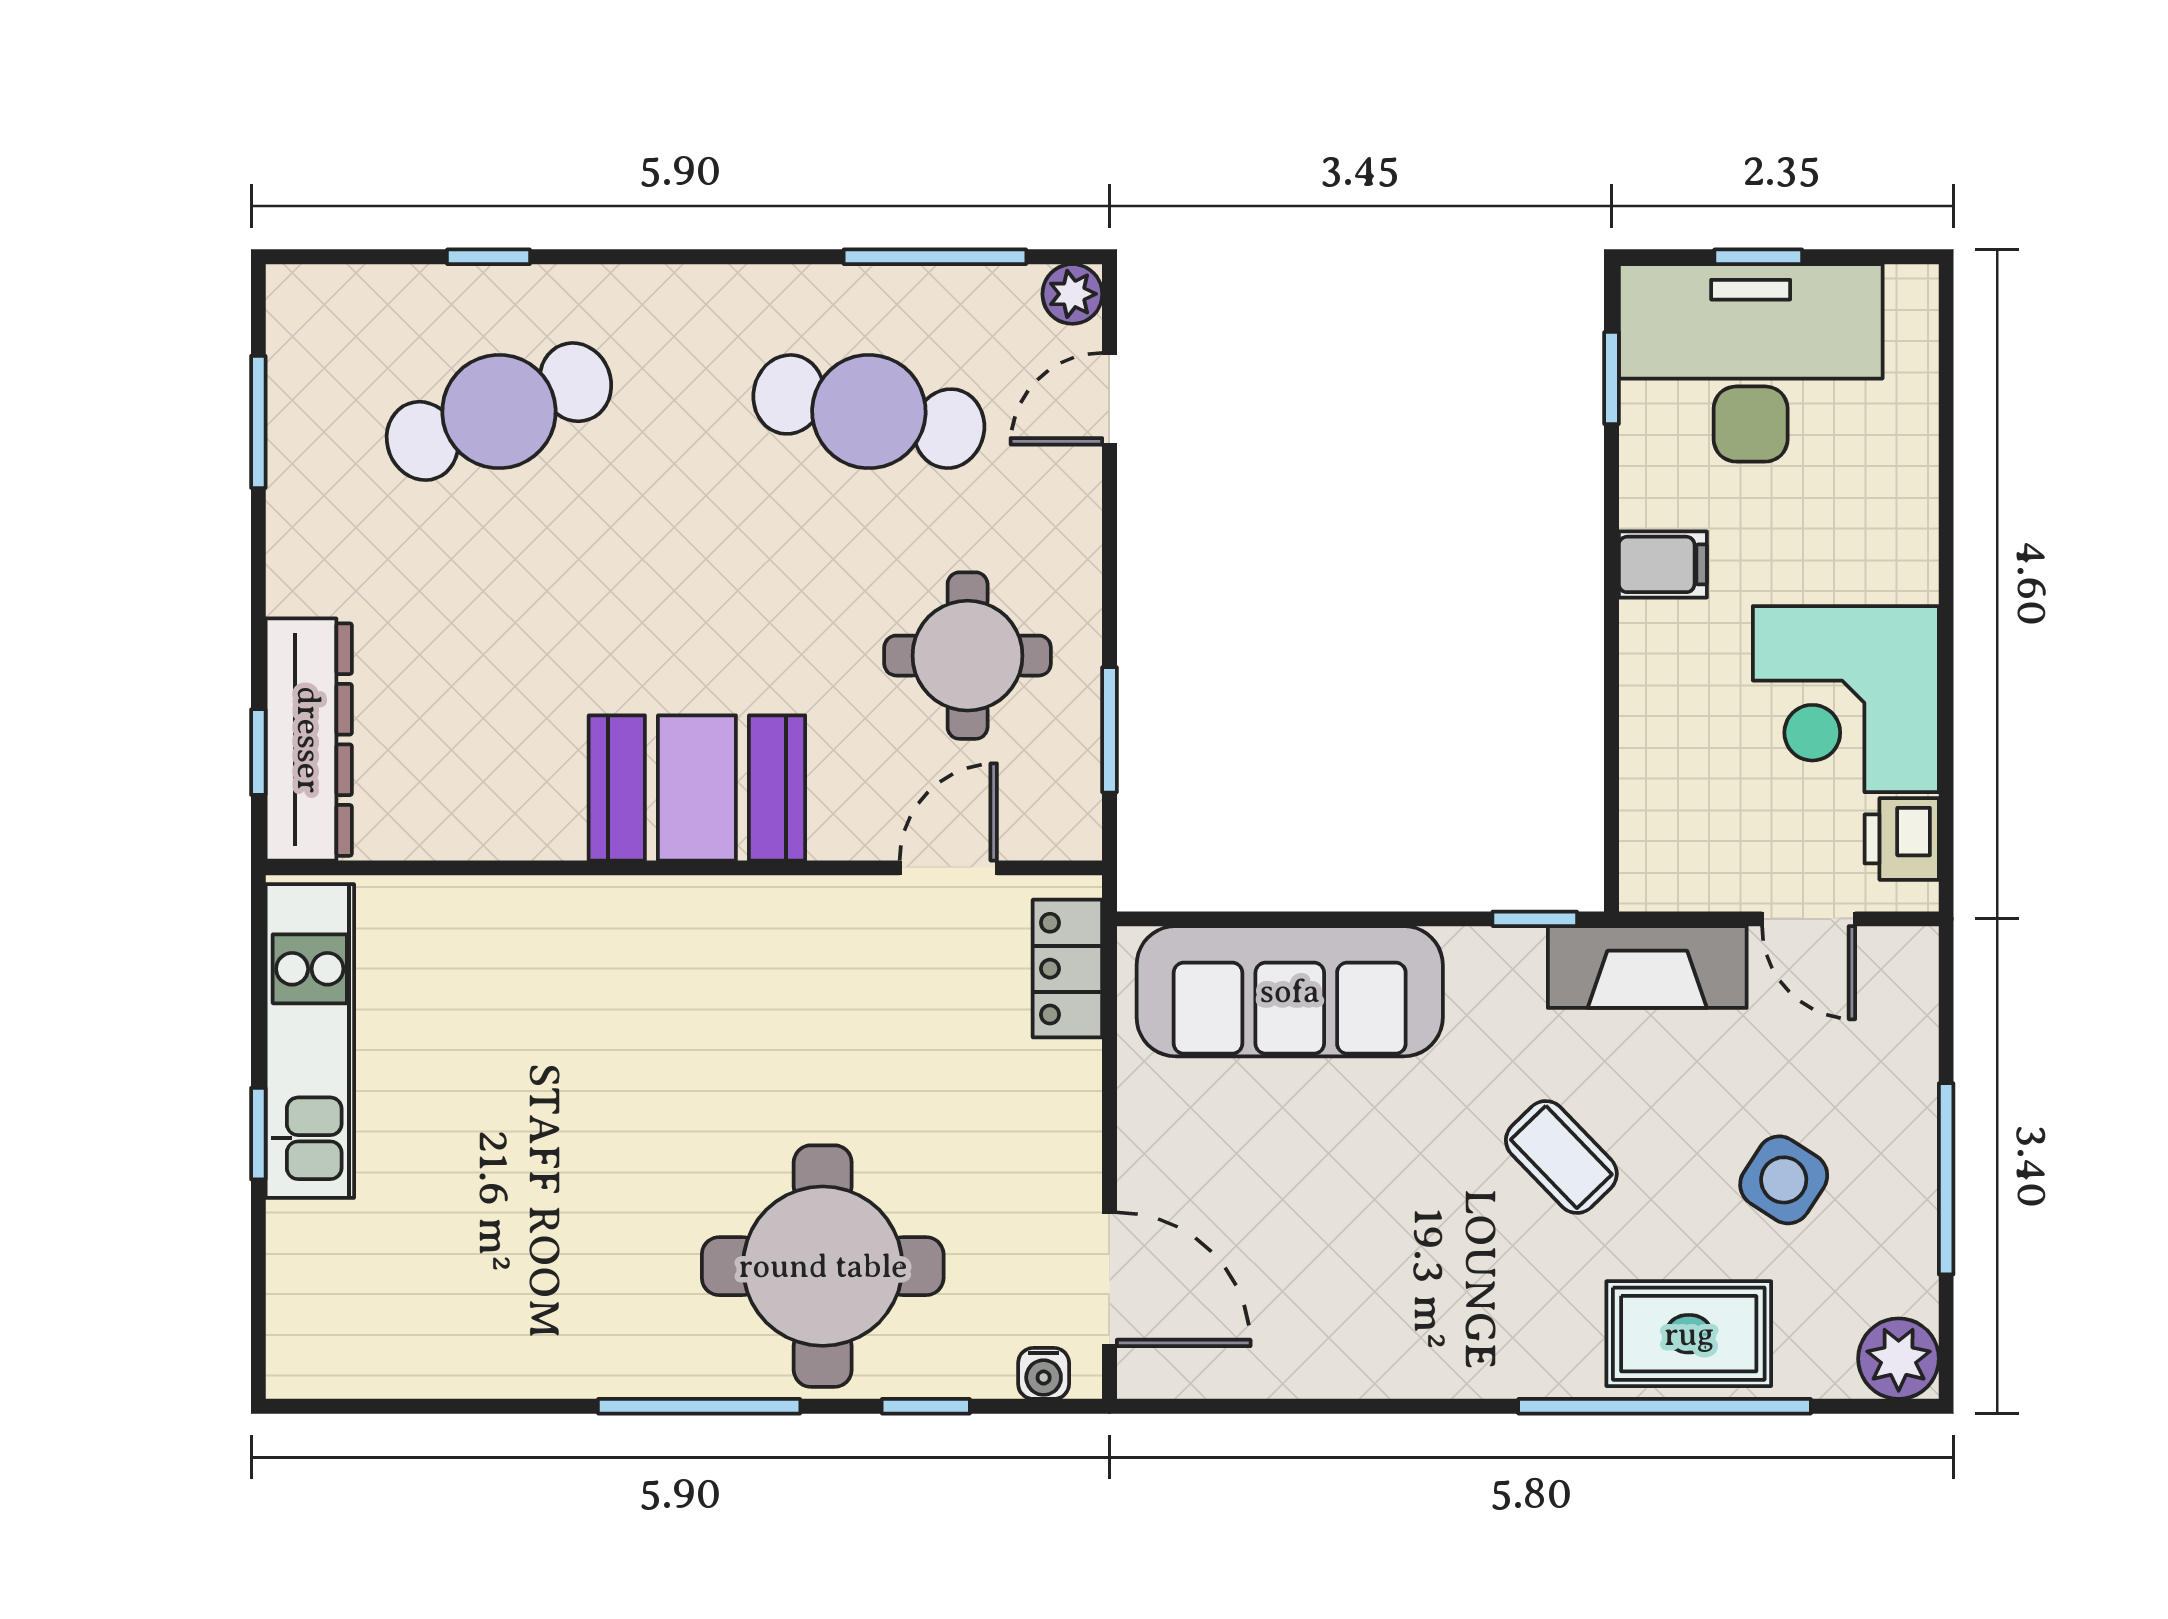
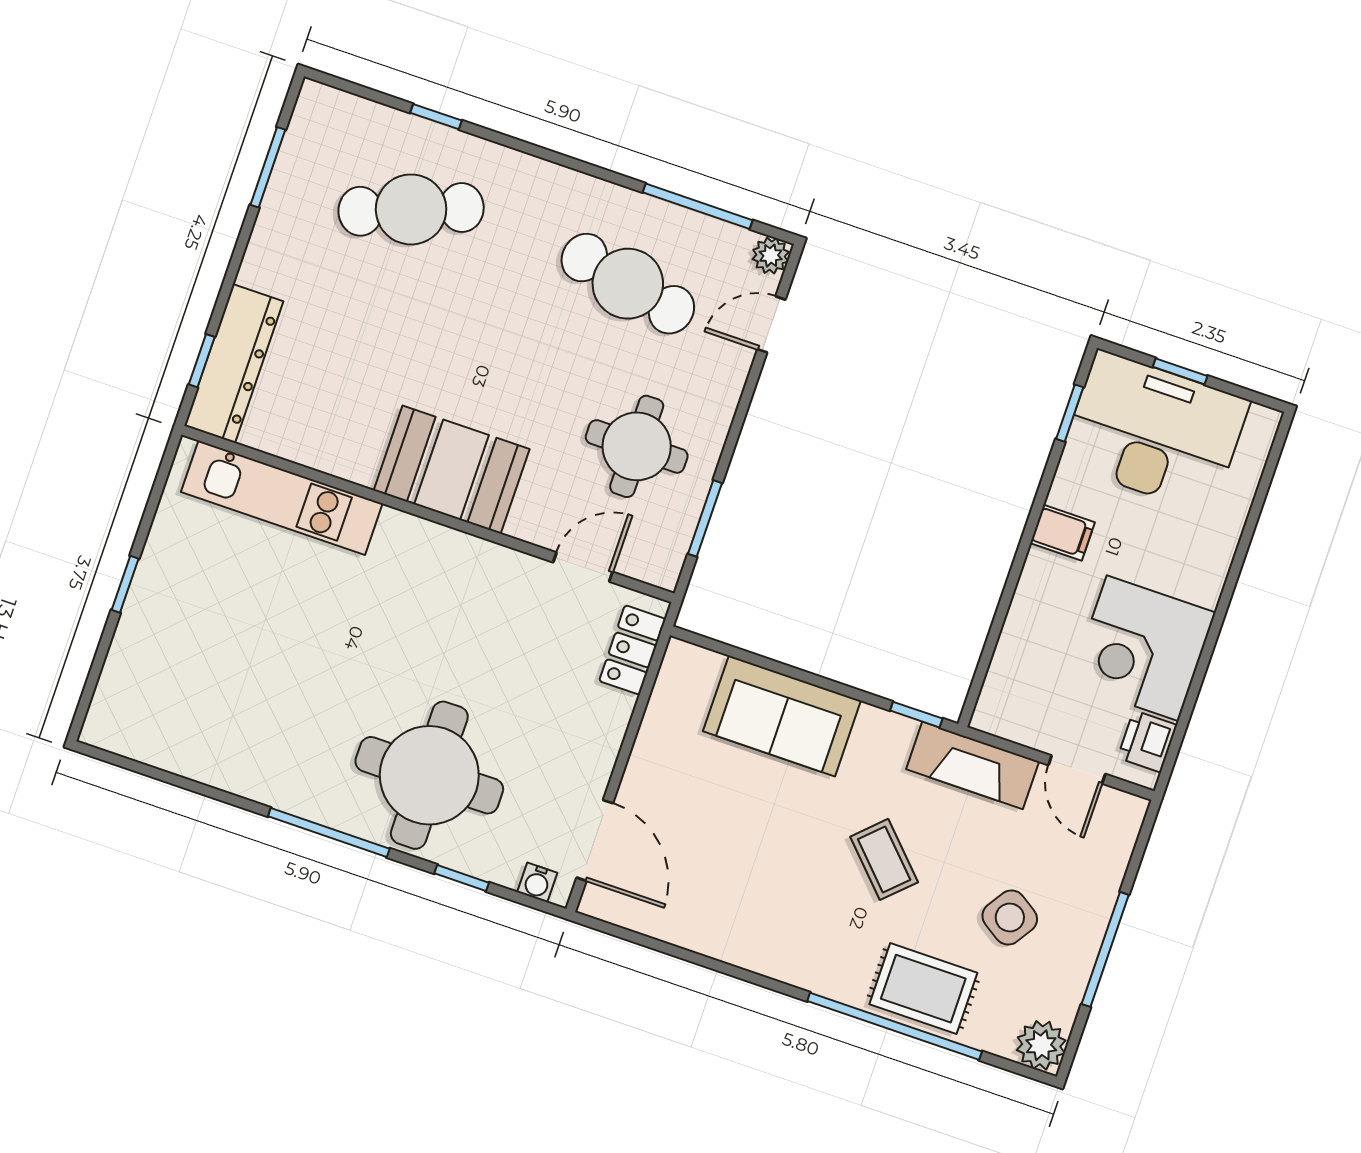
sofa: (1290, 991) -> (782, 716), width x0.73
kitchen unit: (310, 1041) -> (282, 498), moved, turned 90

